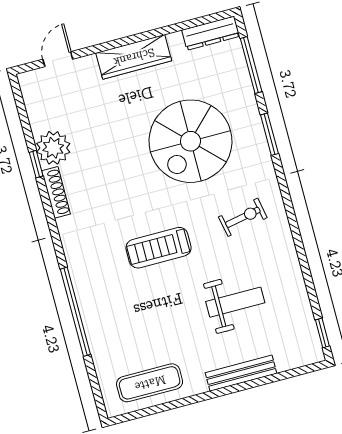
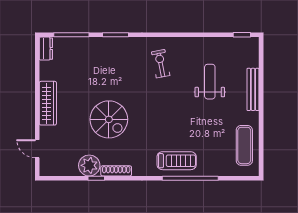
dresser: (211, 33) -> (46, 49), width x0.70
spiral stairs: (190, 141) -> (109, 119), moved, width x0.73, depth x0.73
treadmill: (159, 248) -> (177, 161), moved, turned -90

